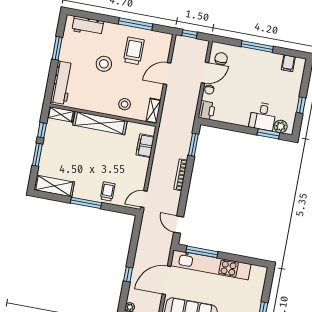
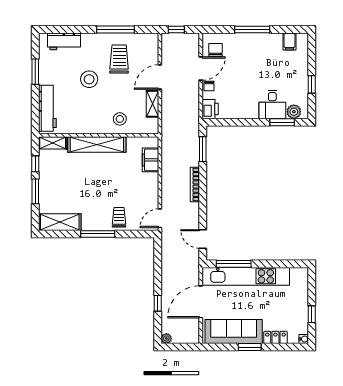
shelving: (153, 111) -> (152, 104), moved

